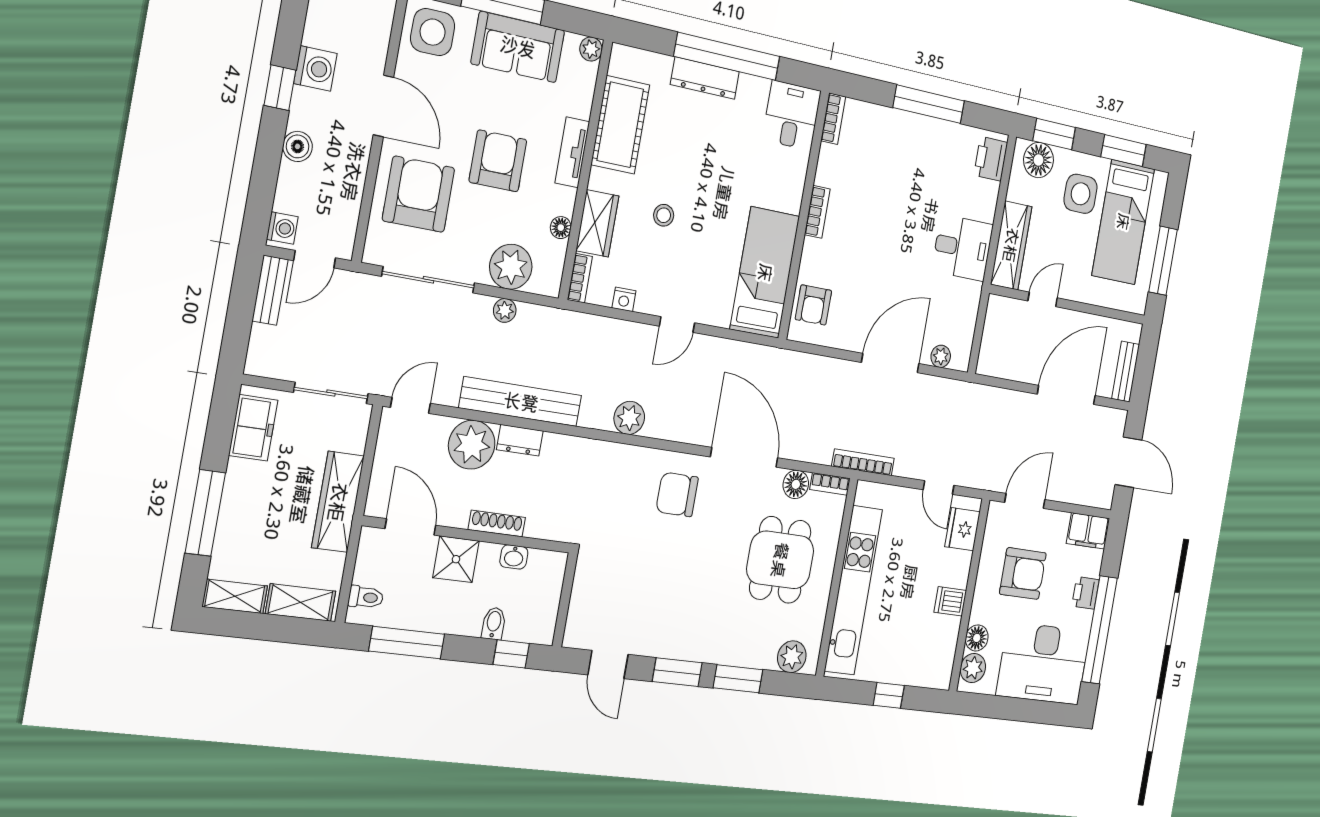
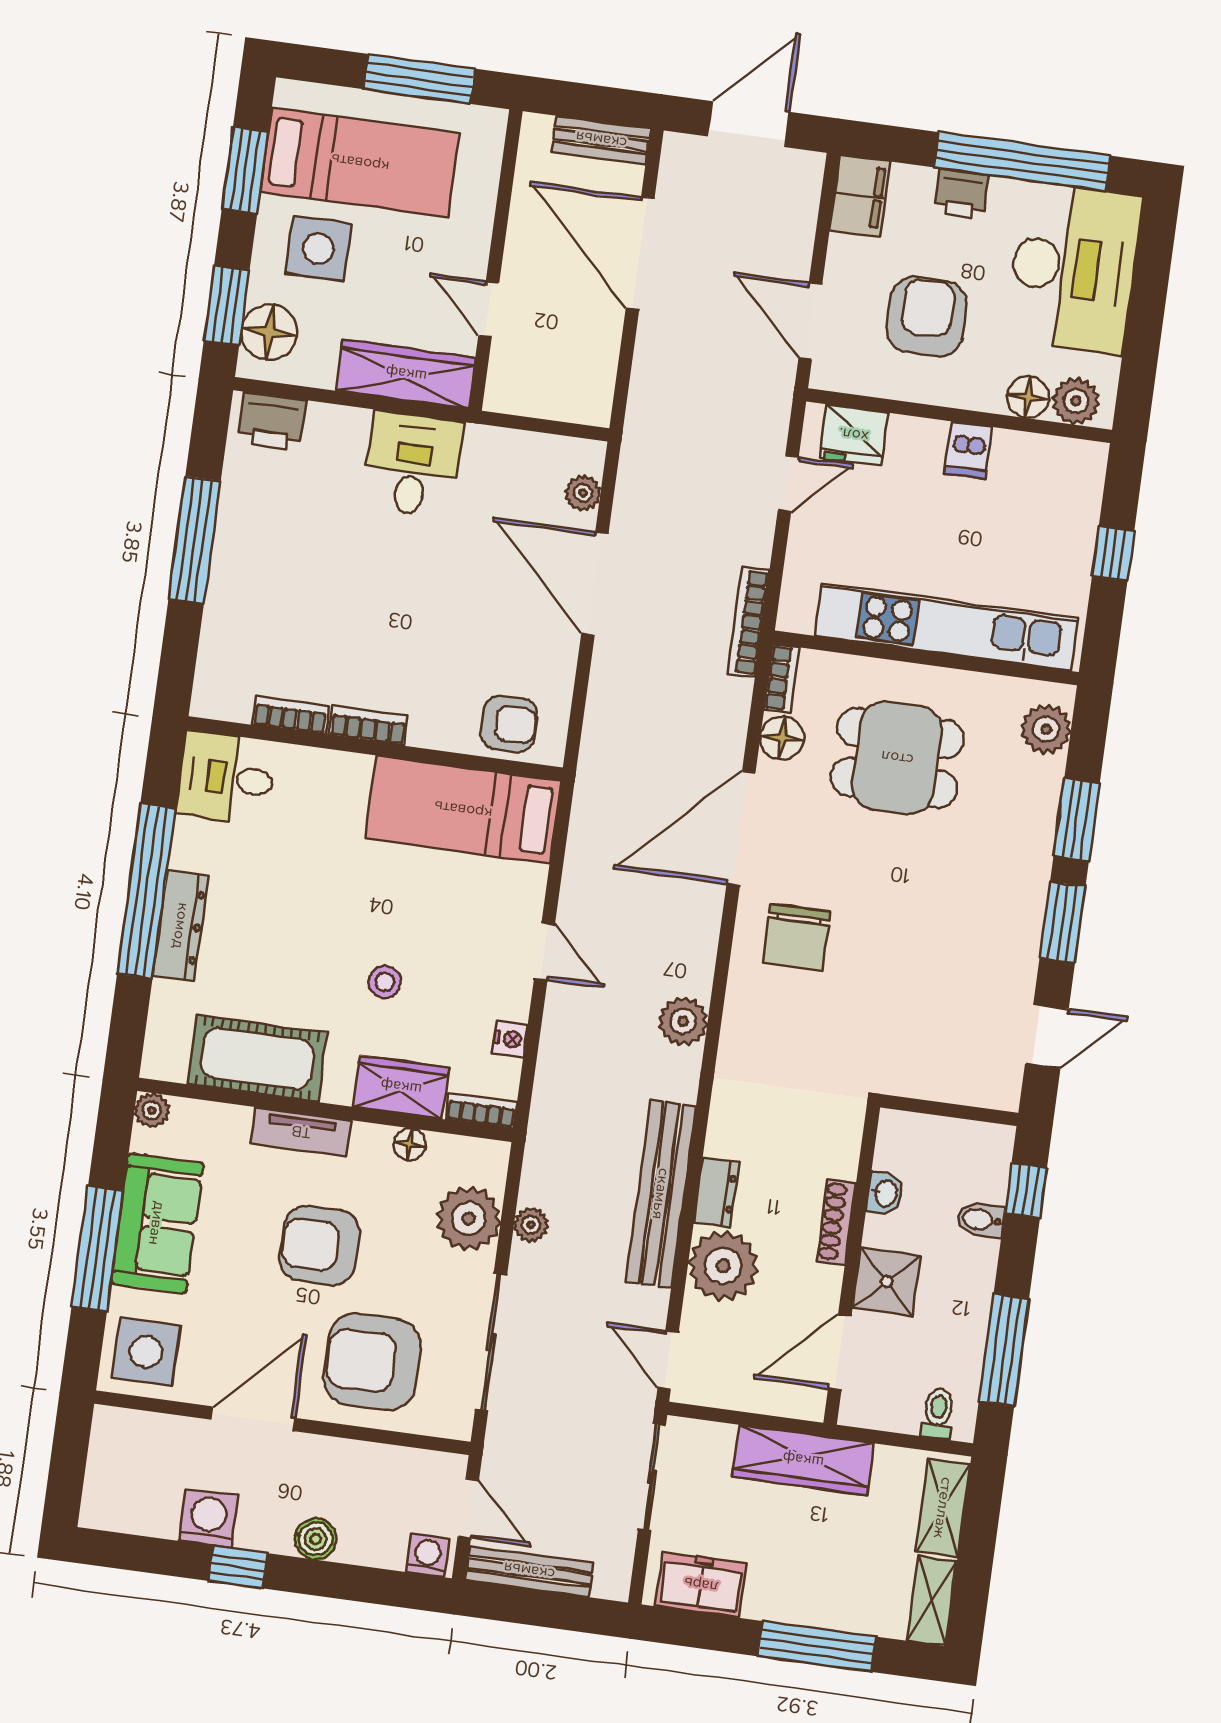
bookcase: (833, 119) -> (291, 715), moved
bench: (270, 290) -> (529, 1571), width x1.36

